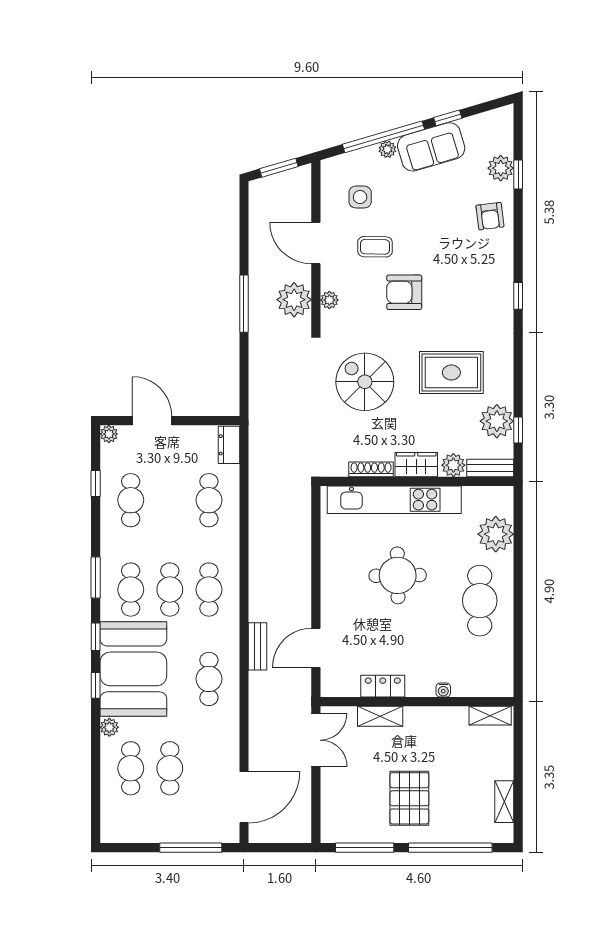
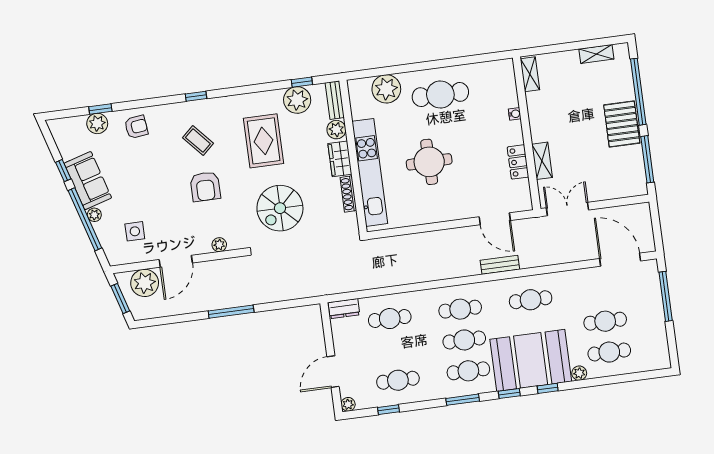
coffee table: (375, 247) -> (198, 141), moved, turned -43
plant: (294, 300) -> (145, 283), moved
pallet: (409, 798) -> (622, 124), moved, turned 90

